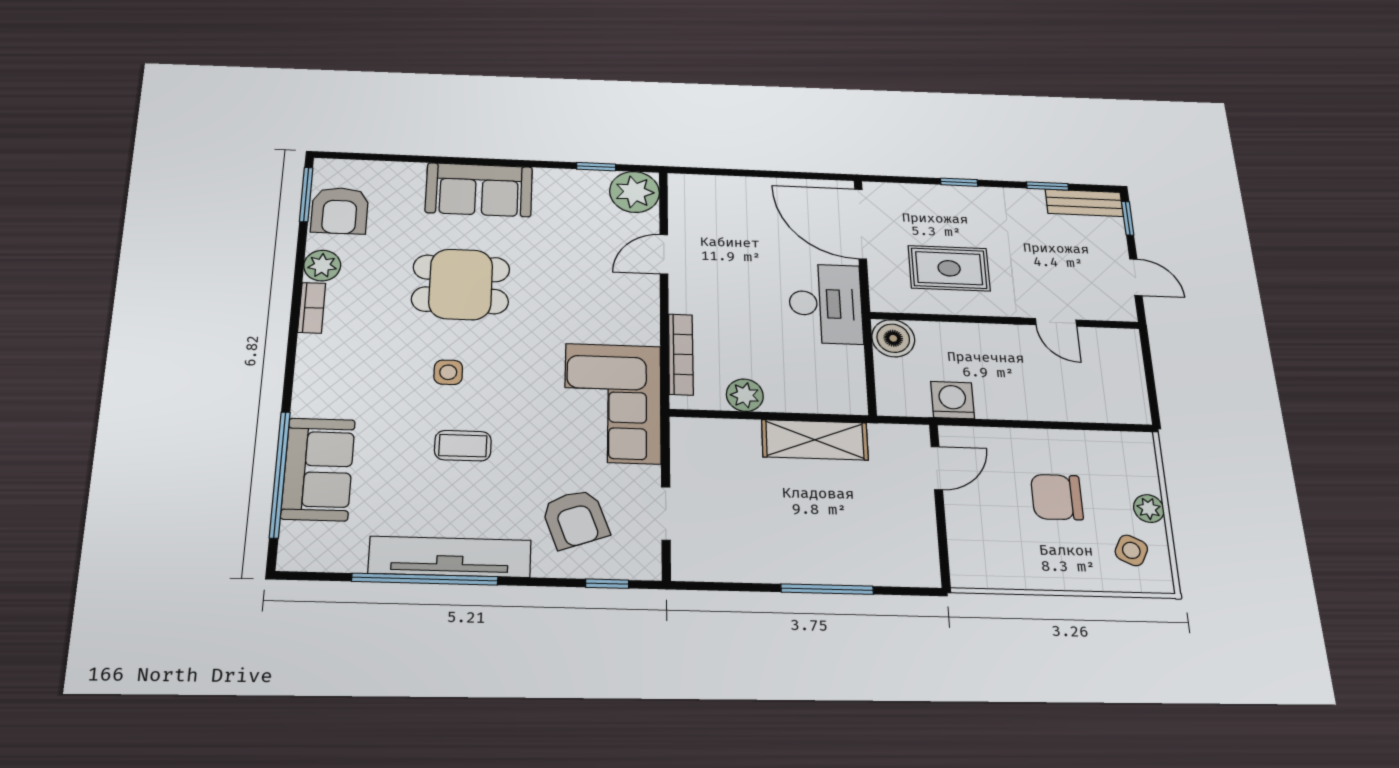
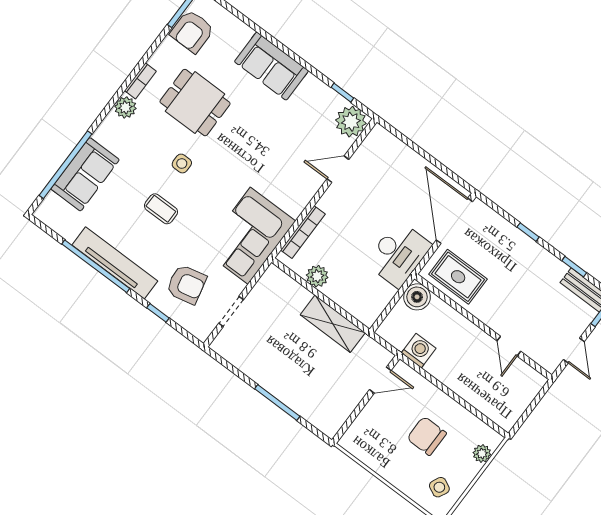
plant: (322, 266) -> (125, 107), moved
rug: (949, 268) -> (458, 277), moved
dining table: (461, 284) -> (195, 103), moved
plant: (1149, 509) -> (482, 454), moved
armchair: (575, 519) -> (186, 284), turned -83
window: (607, 584) -> (158, 313), moved

